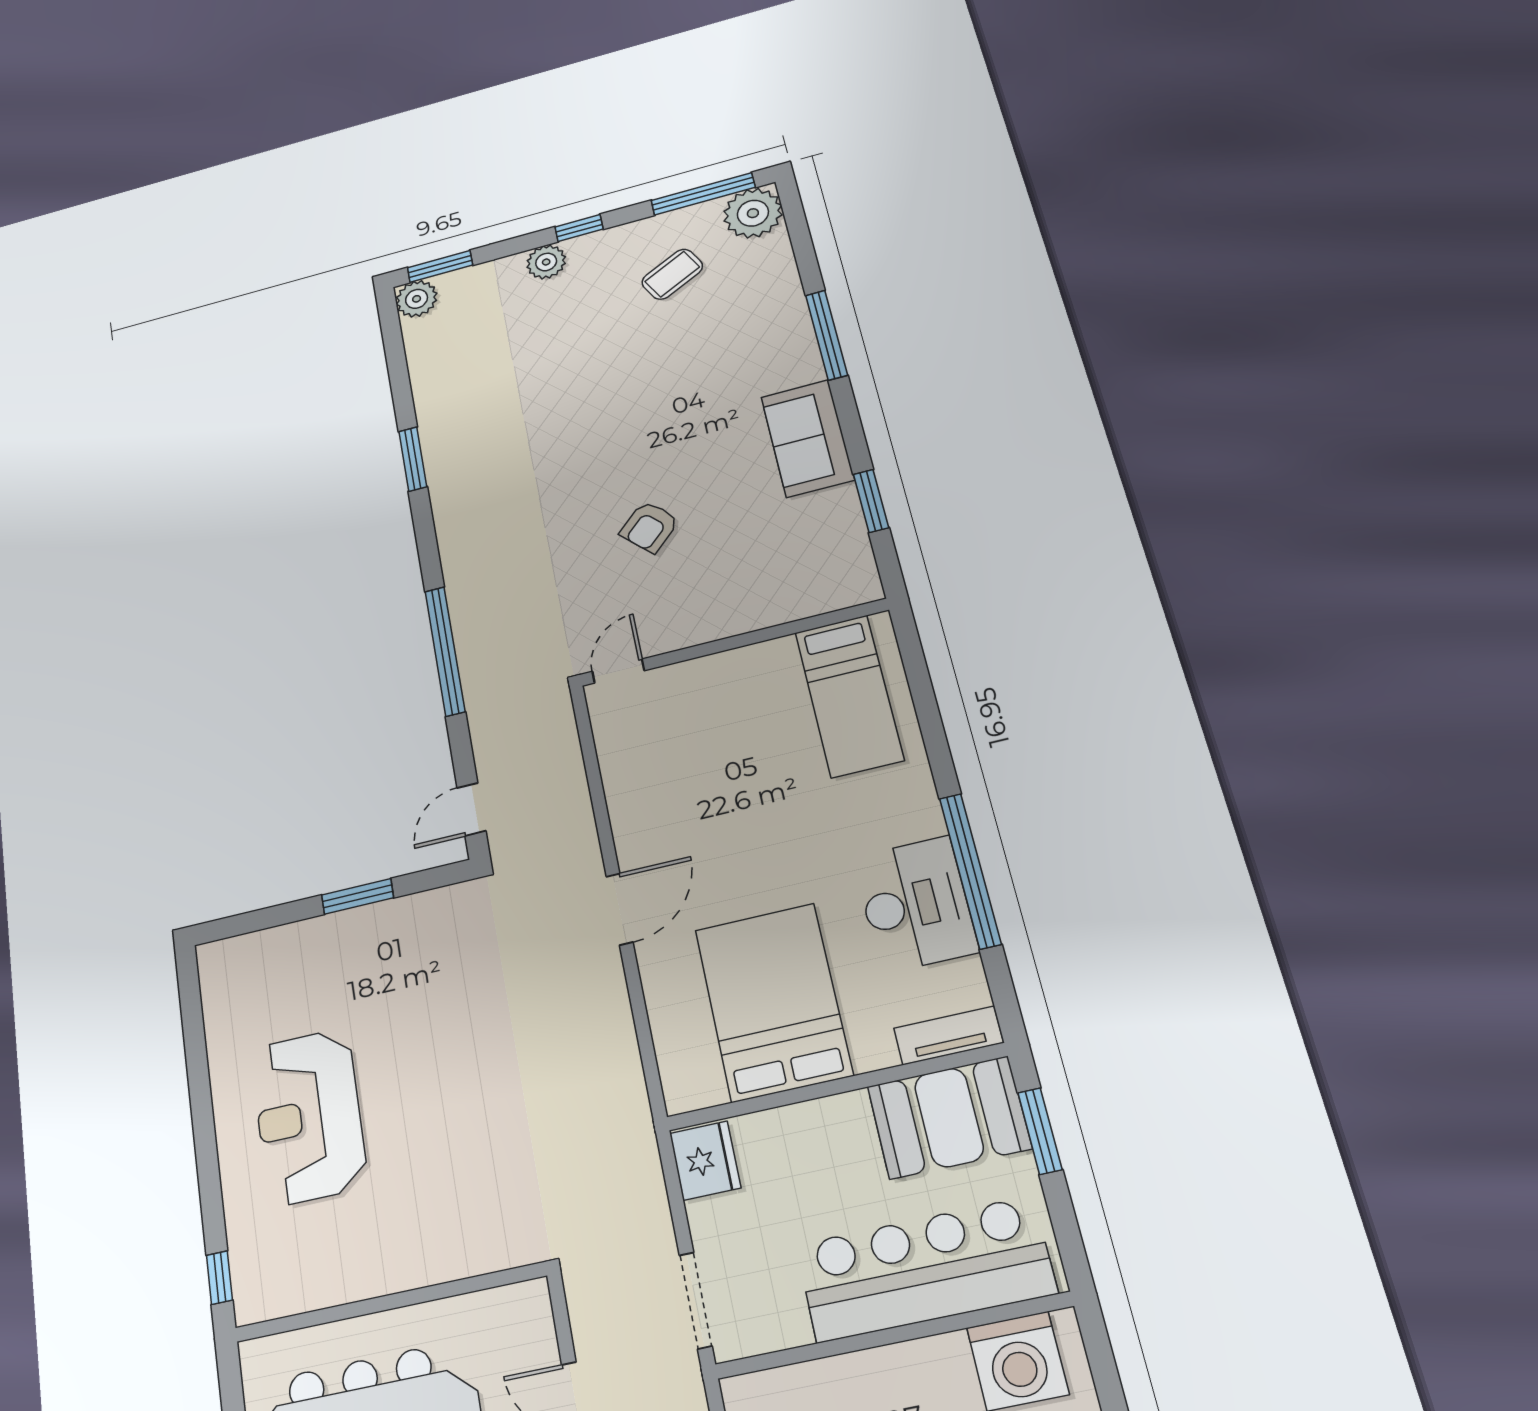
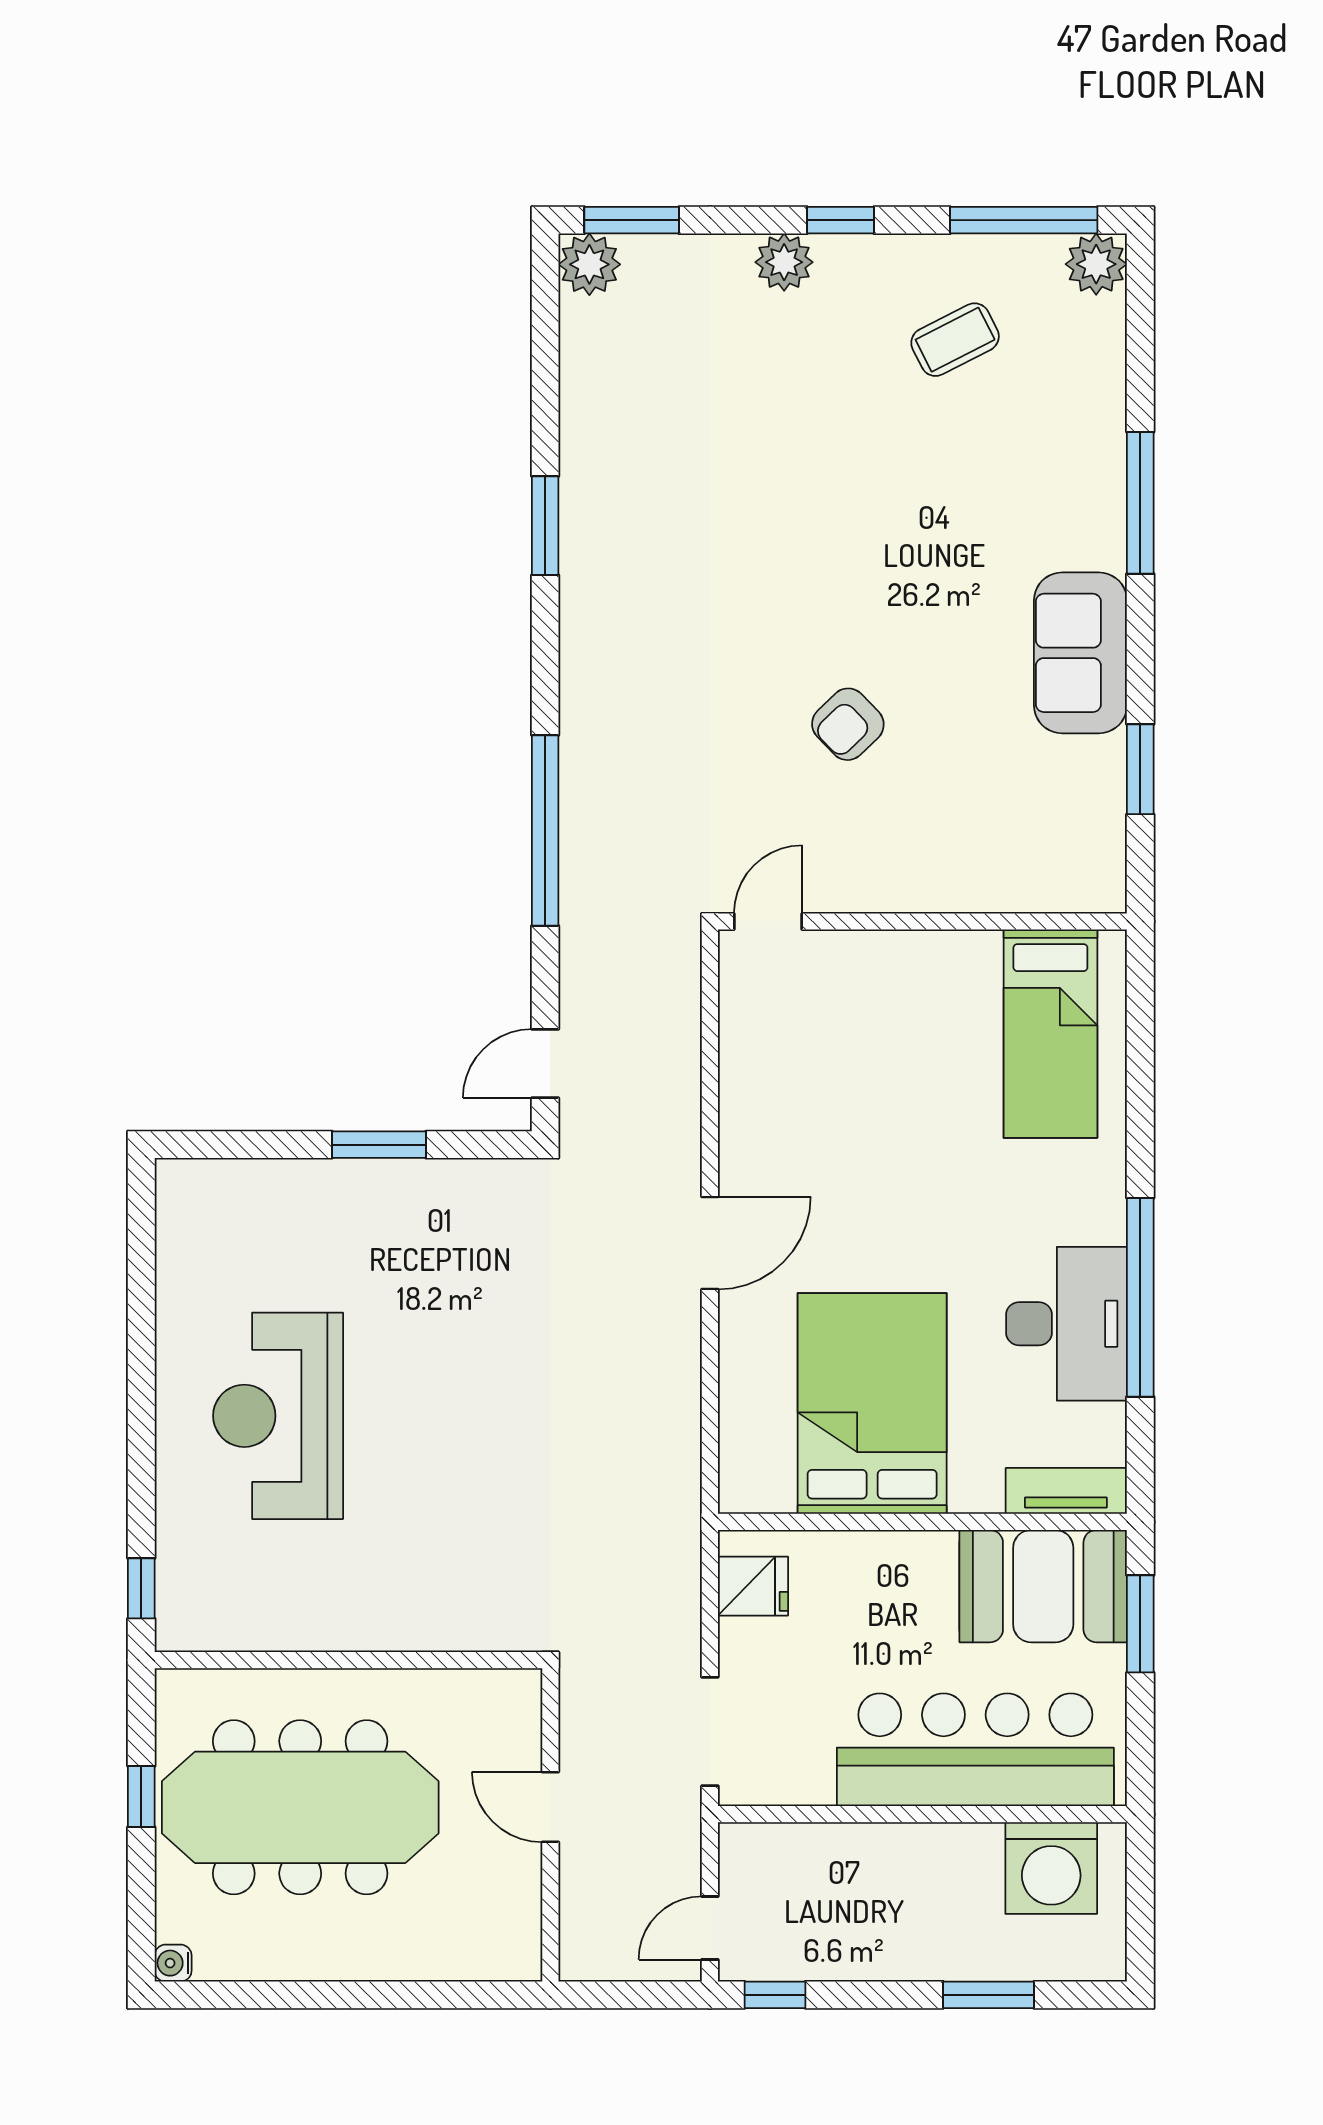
plant: (753, 213) -> (1096, 264), width x0.73, depth x0.73
fridge: (705, 1161) -> (753, 1586), width x0.72

